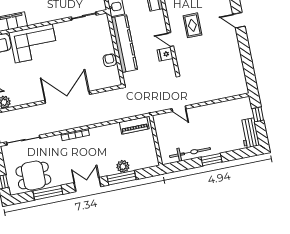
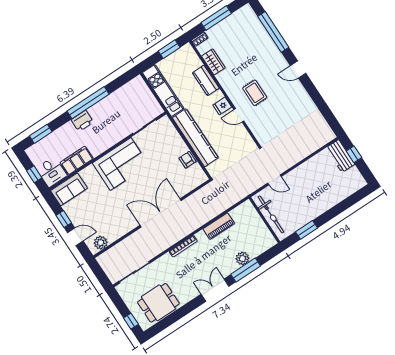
corner sofa: (34, 43) -> (121, 164), moved
fridge: (165, 54) -> (222, 106), moved
piano: (134, 125) -> (219, 226), moved
workbench: (250, 133) -> (340, 156), moved
bicycle: (190, 153) -> (271, 214), moved, turned 90
window: (212, 160) -> (306, 230), moved
window: (48, 193) -> (179, 314), removed

